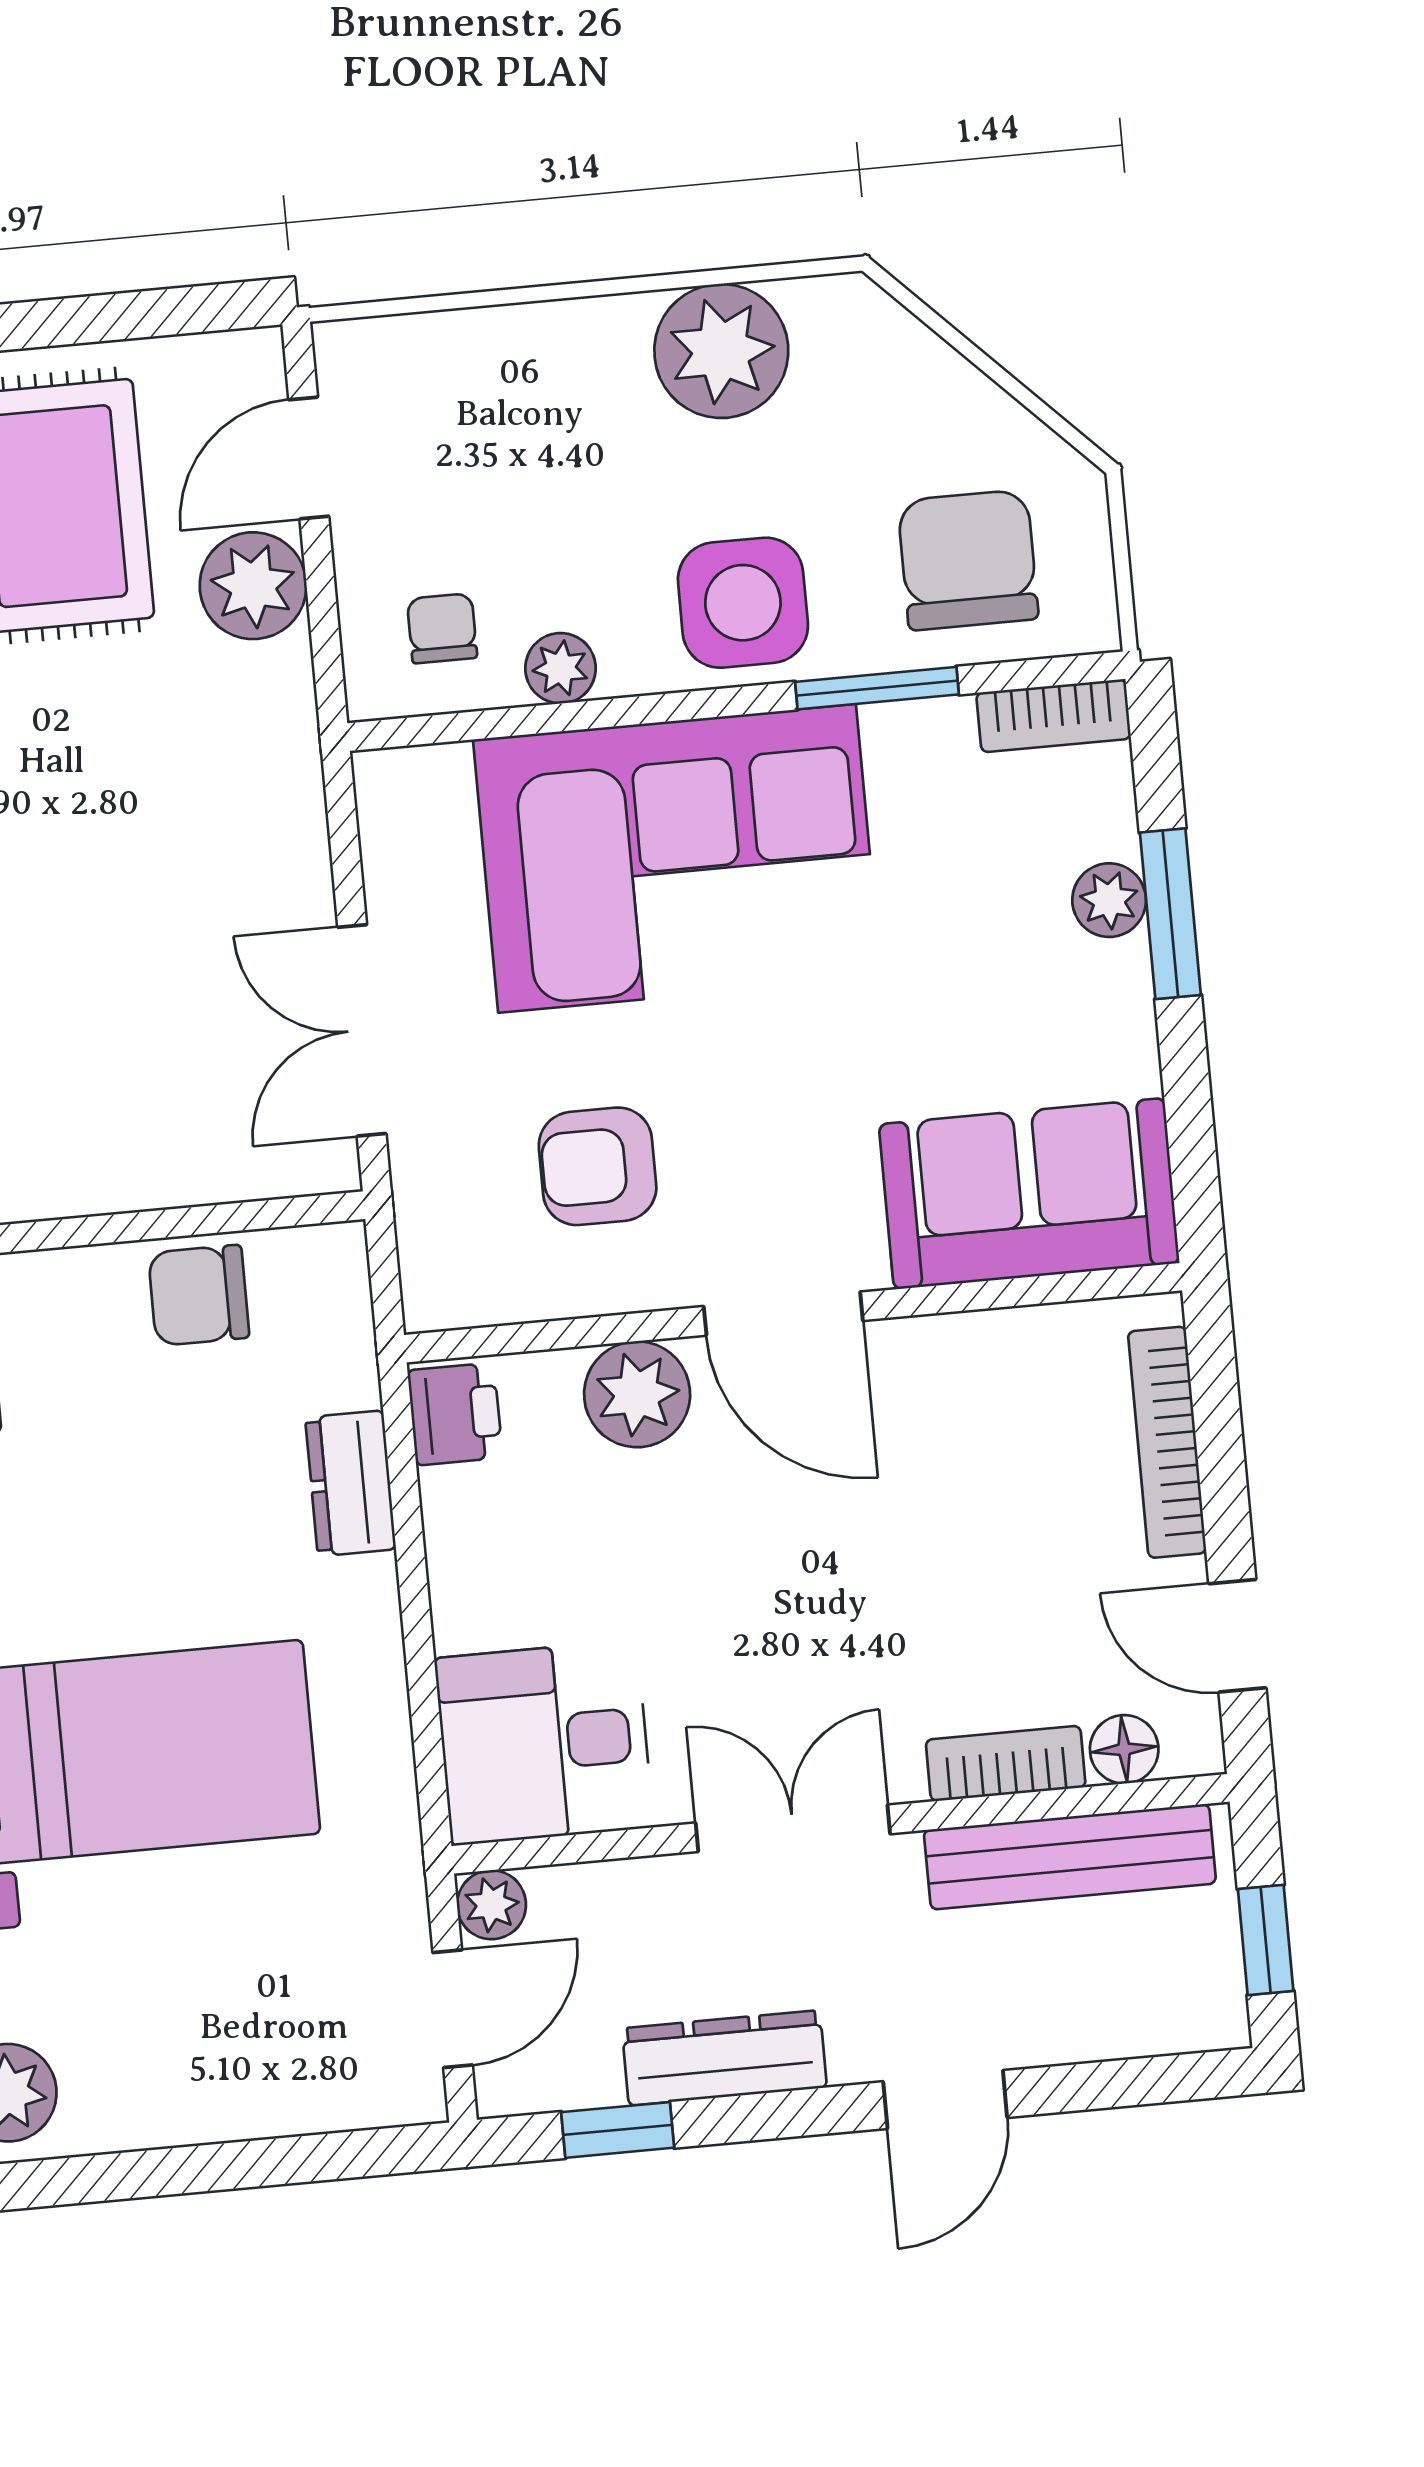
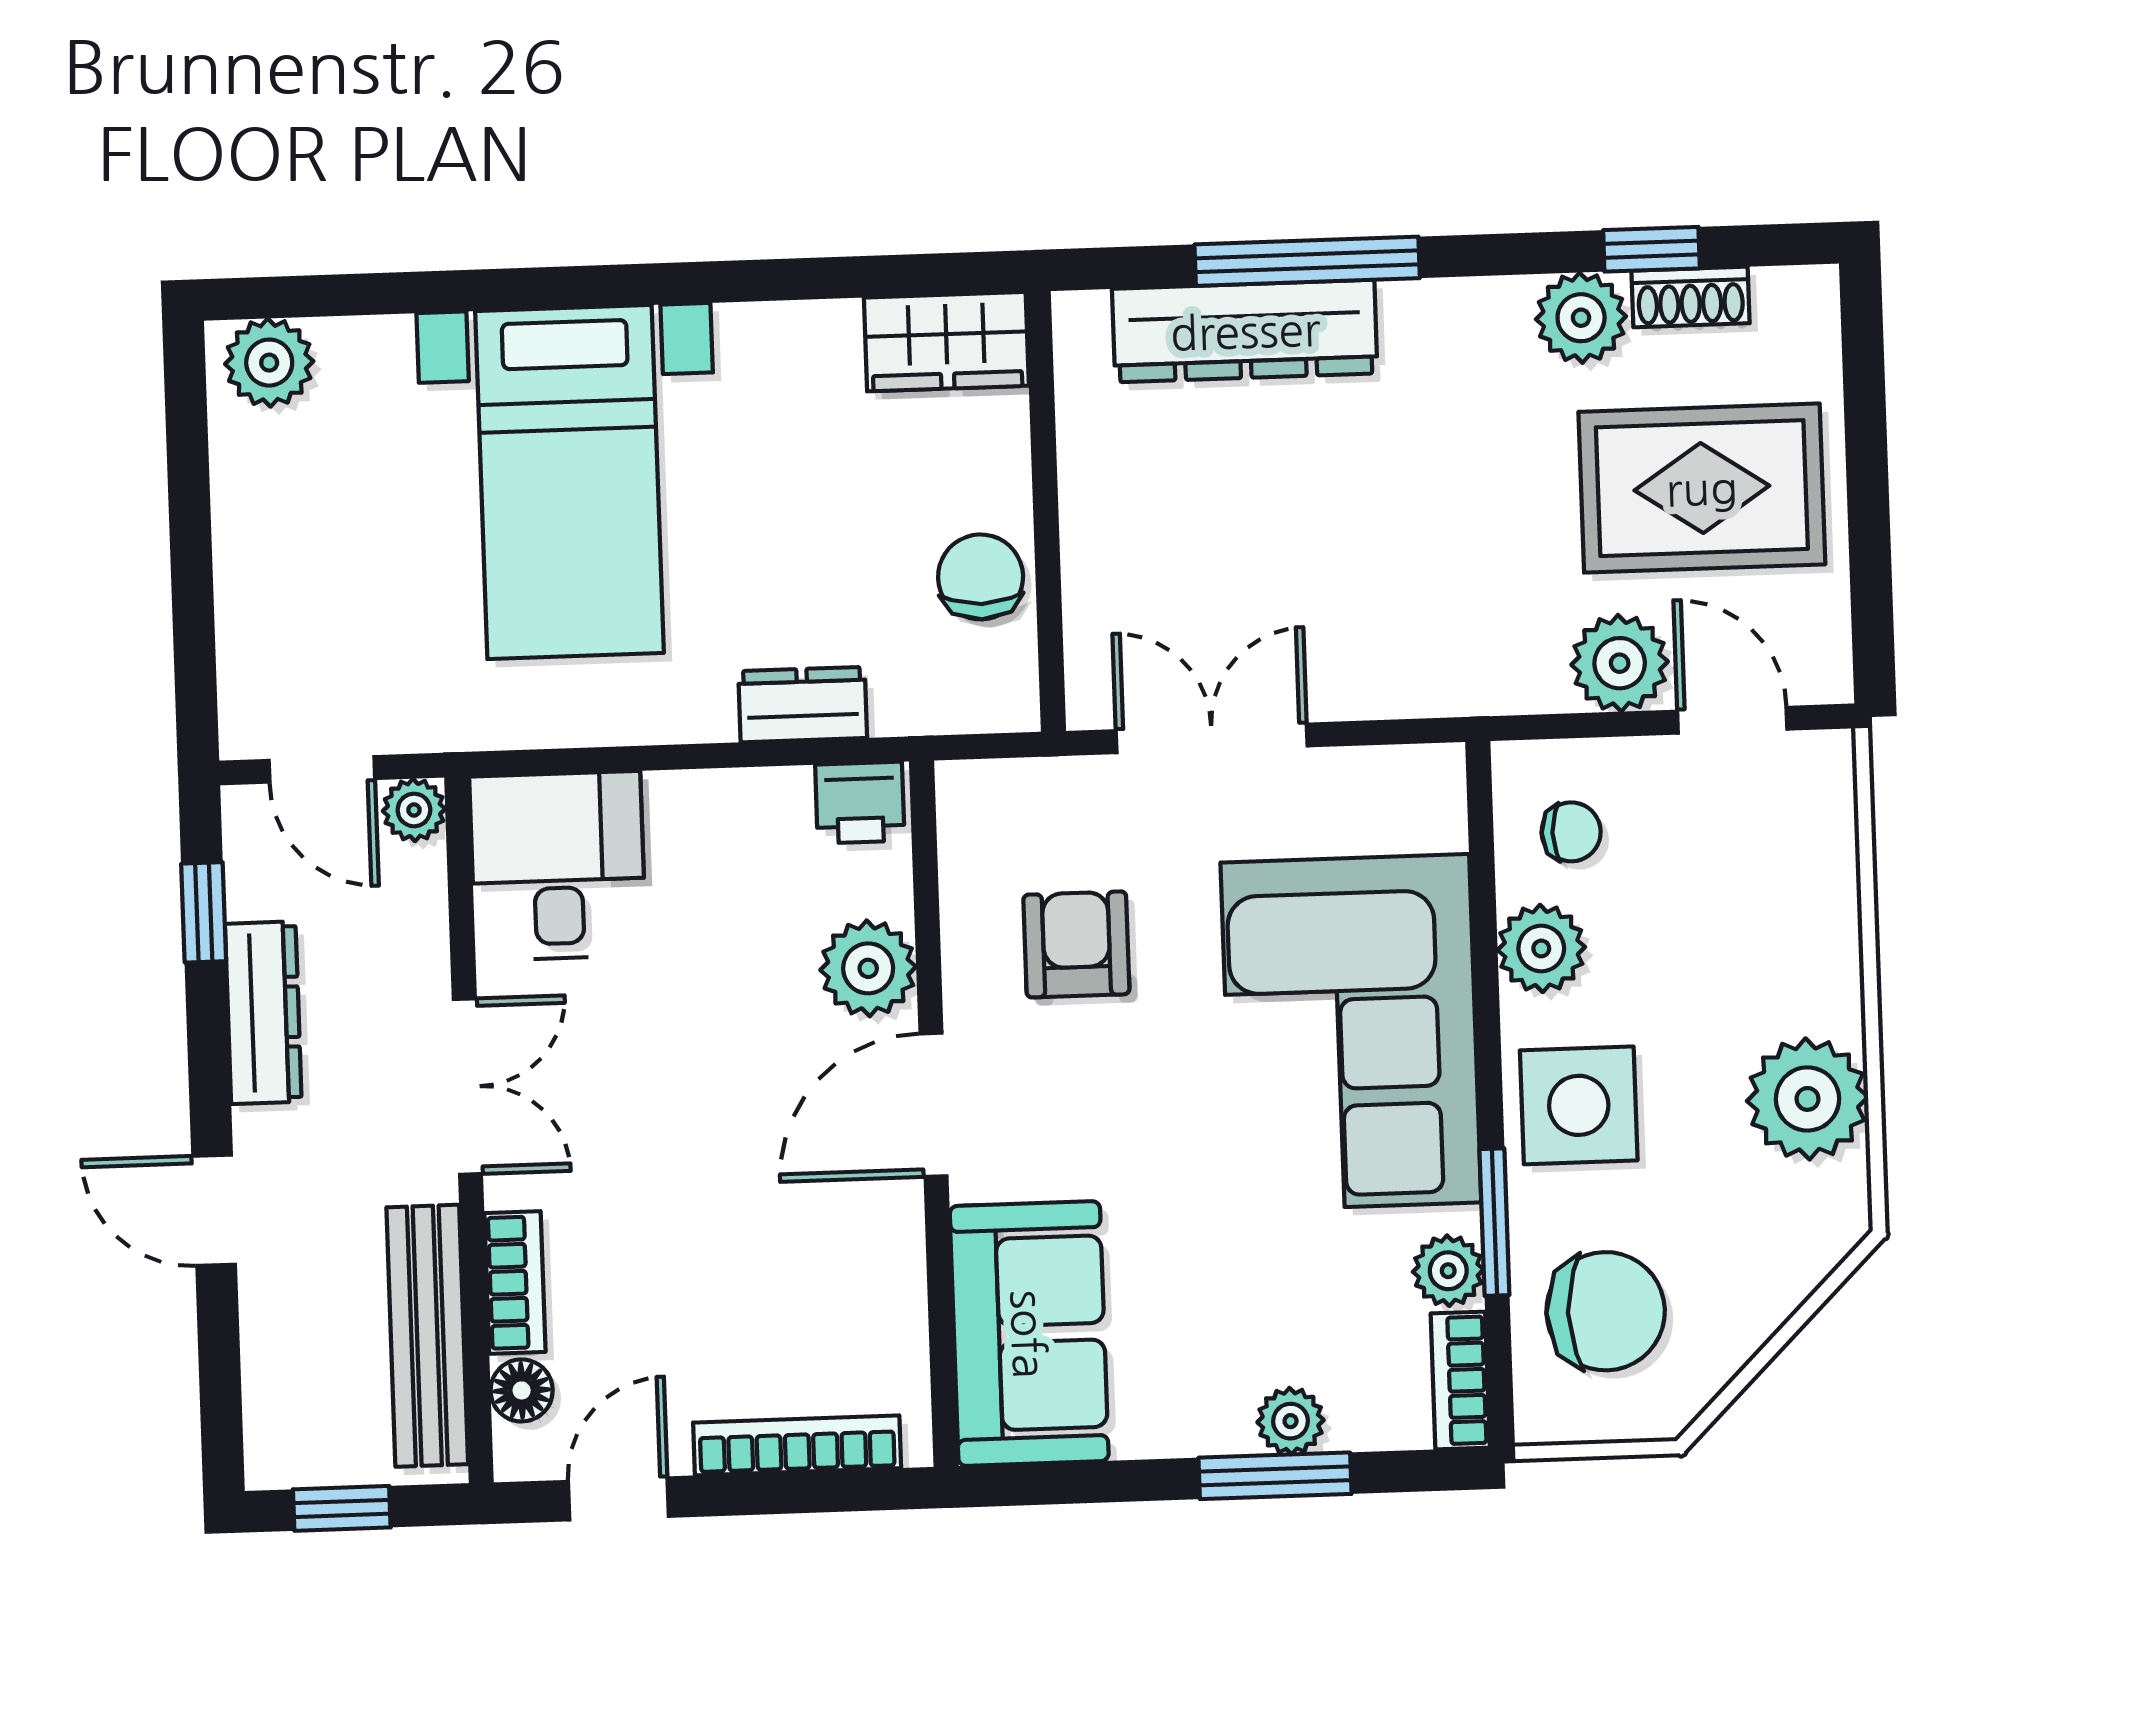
plant: (561, 668) -> (1541, 948), width x1.38, depth x1.38
plant: (933, 736) -> (1448, 1271), added

